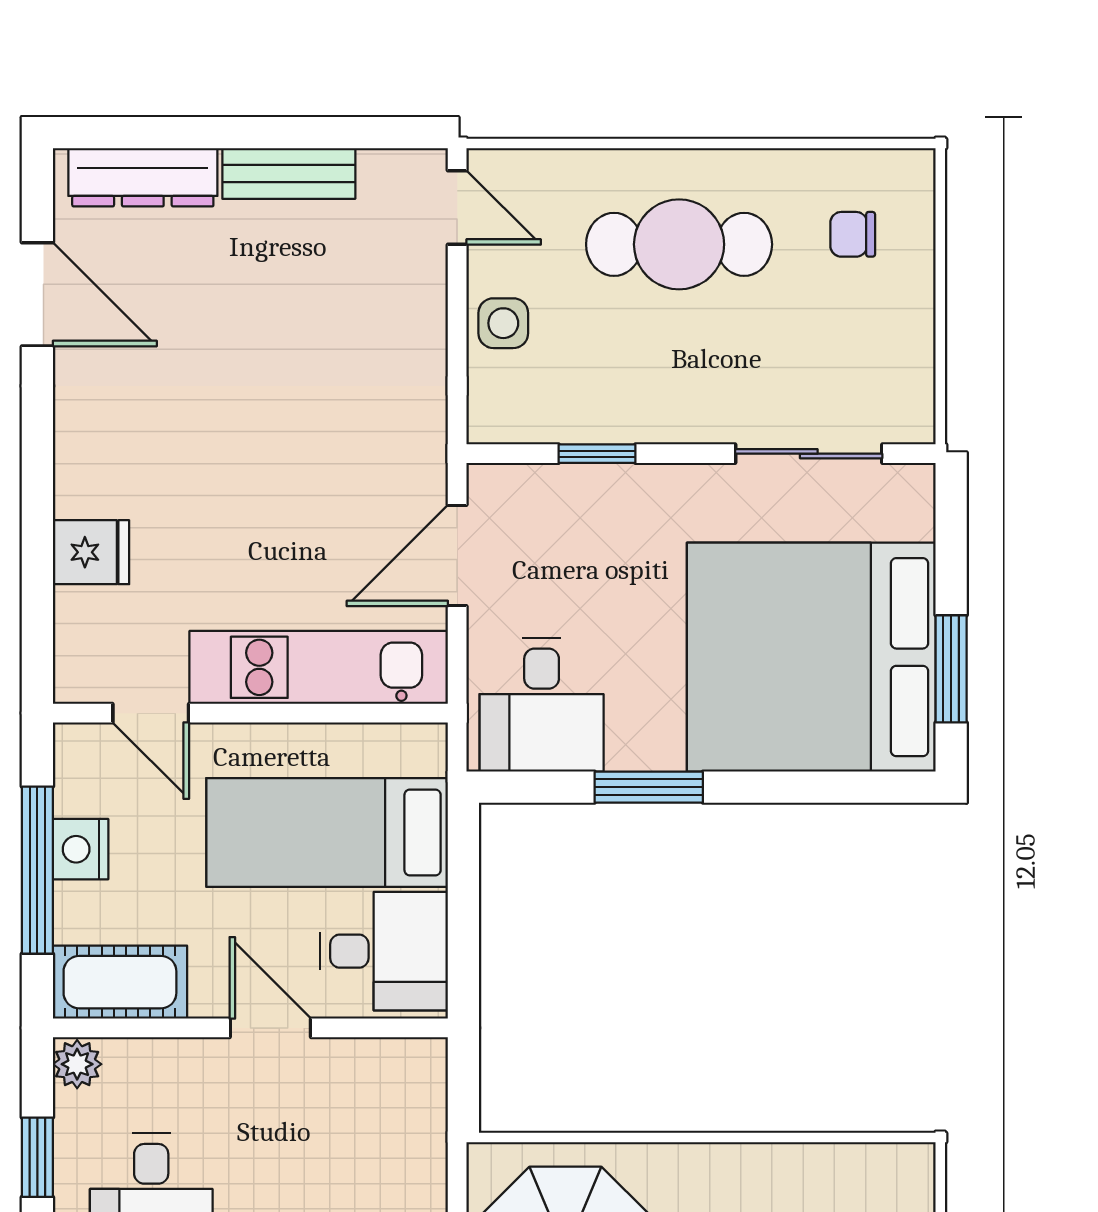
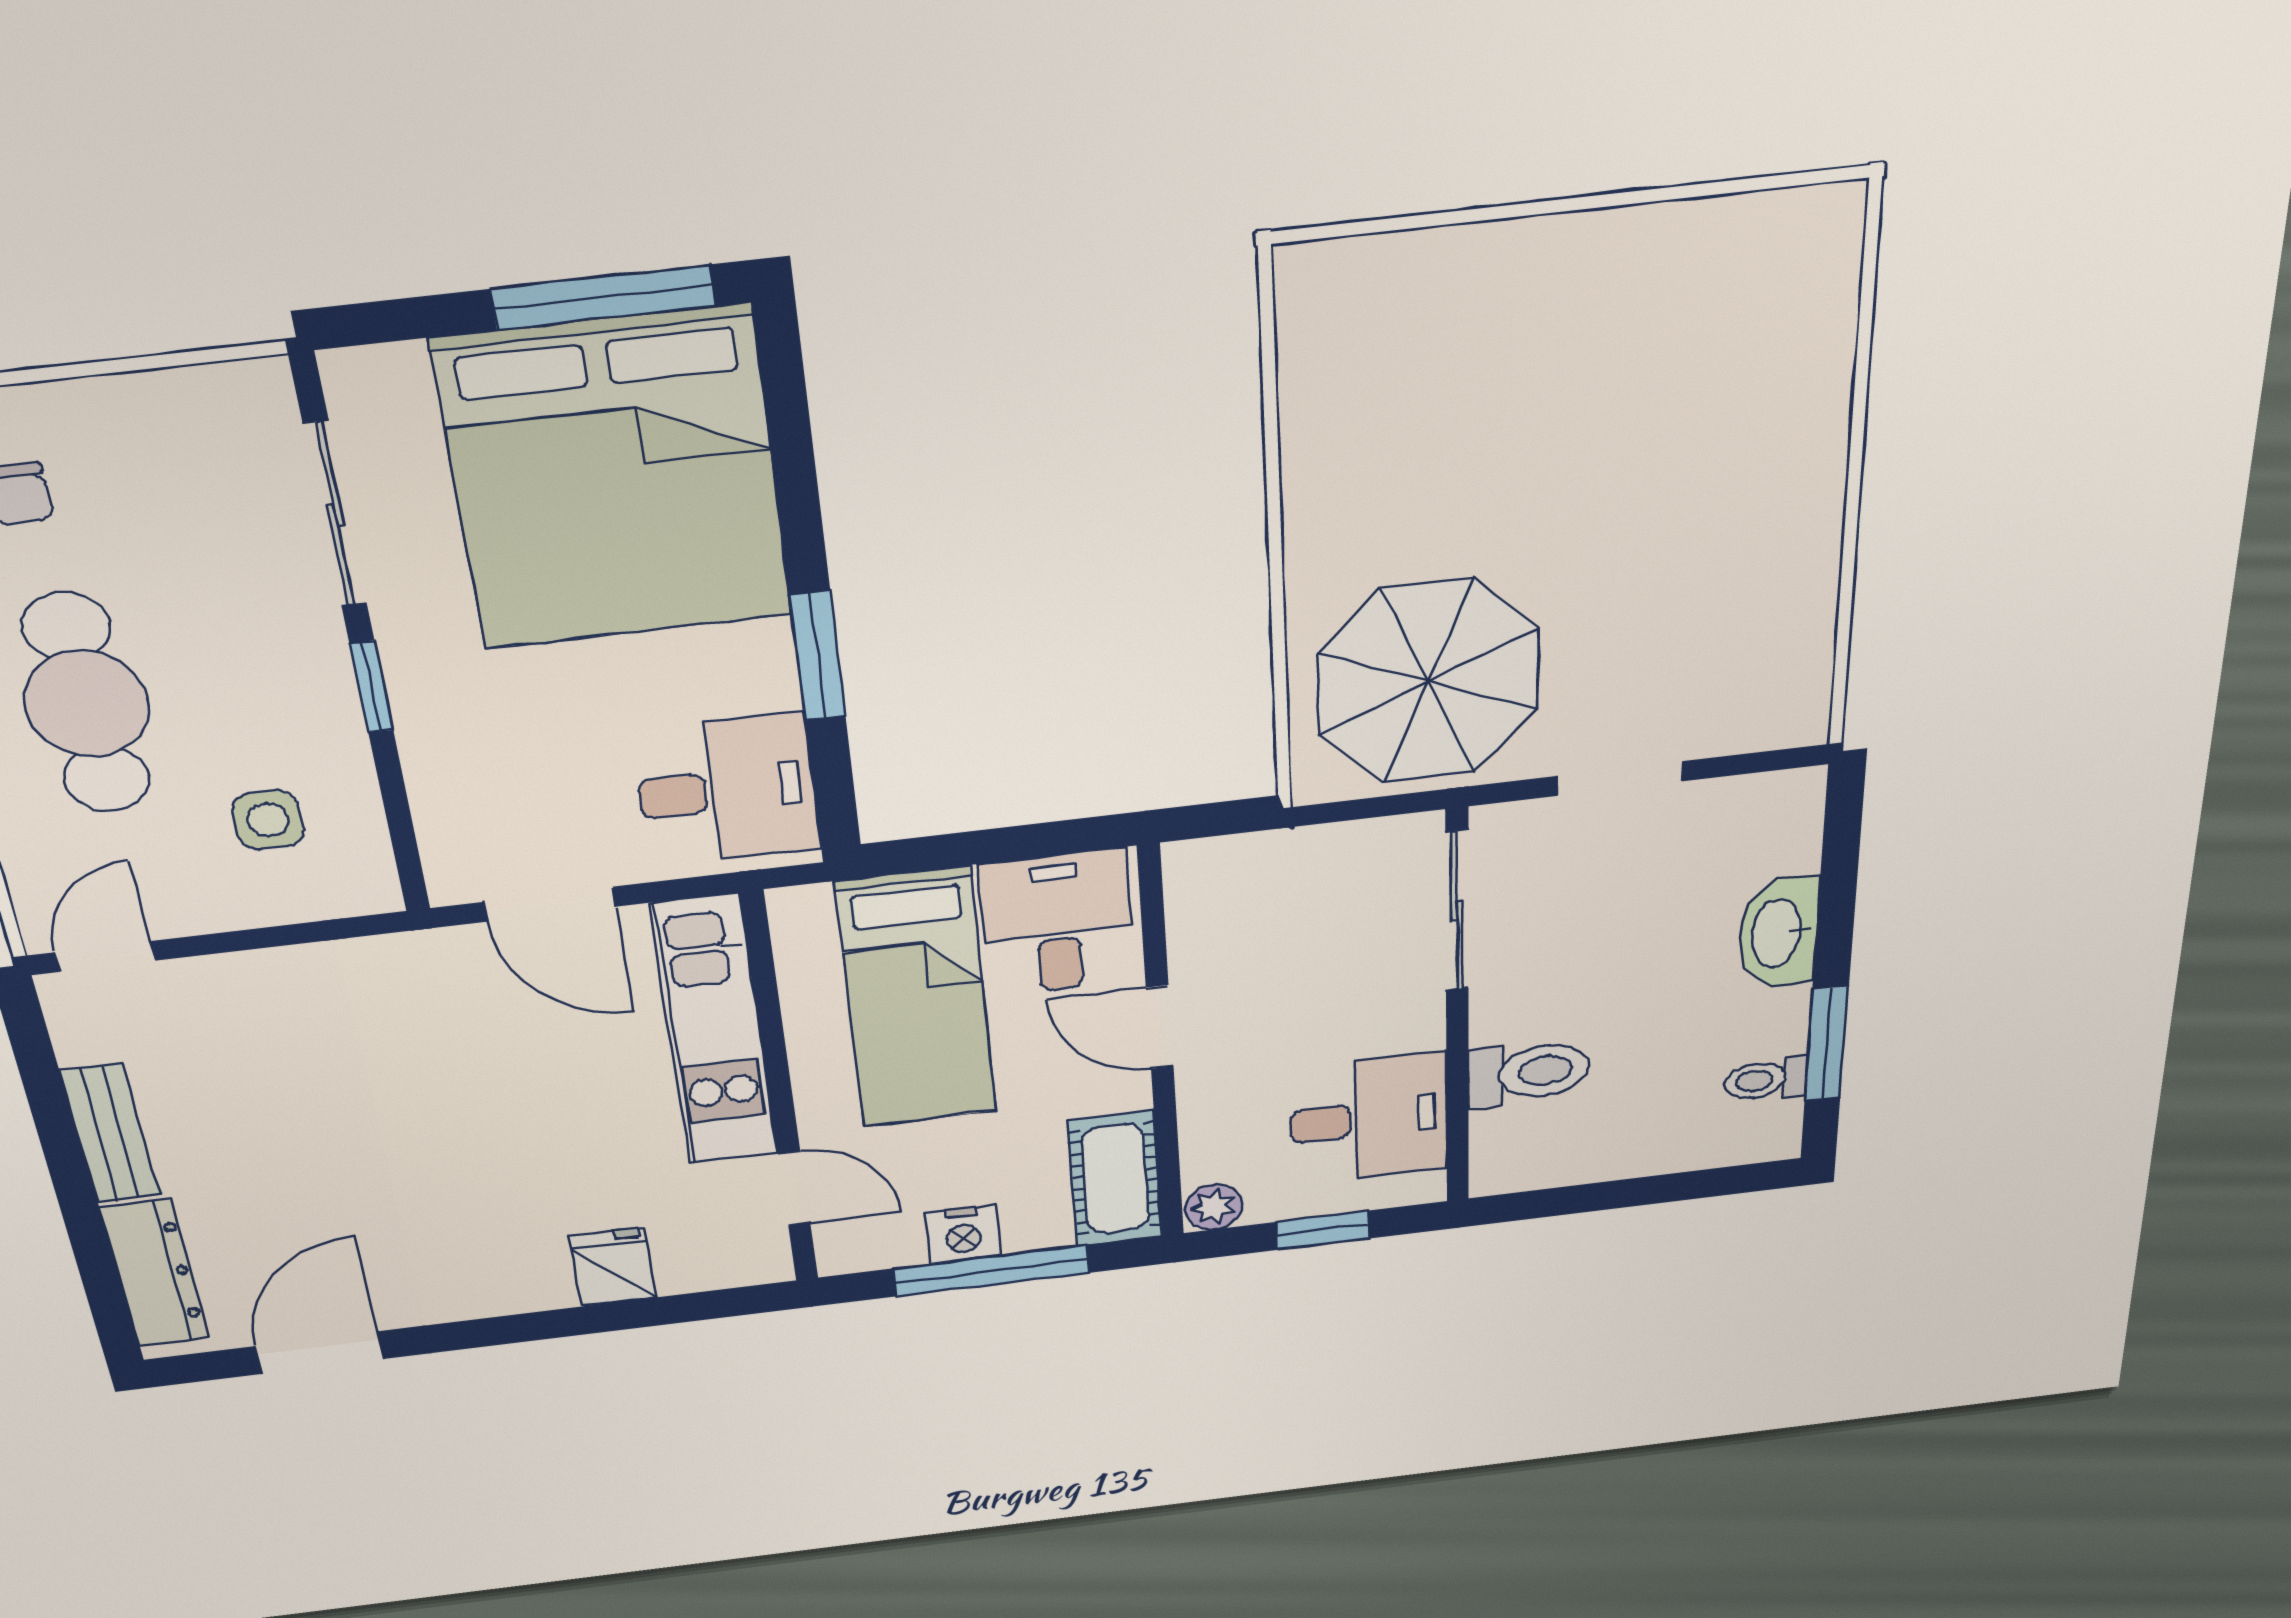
side table: (503, 323) -> (268, 820), moved
window: (597, 454) -> (371, 687), moved
window: (951, 669) -> (603, 297), width x1.44
door: (151, 713) -> (794, 1188), hinge flipped
door: (270, 1028) -> (1160, 1027), hinge flipped

